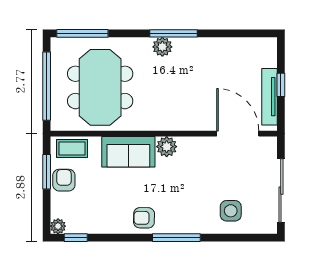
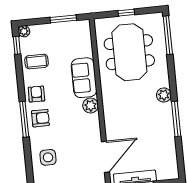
window: (174, 33) -> (176, 119), moved
window: (47, 86) -> (126, 13), width x0.32
meeting table: (100, 87) -> (129, 52), turned 90
coffee table: (72, 149) -> (37, 62), moved, turned 90
armchair: (64, 180) -> (40, 118), moved

